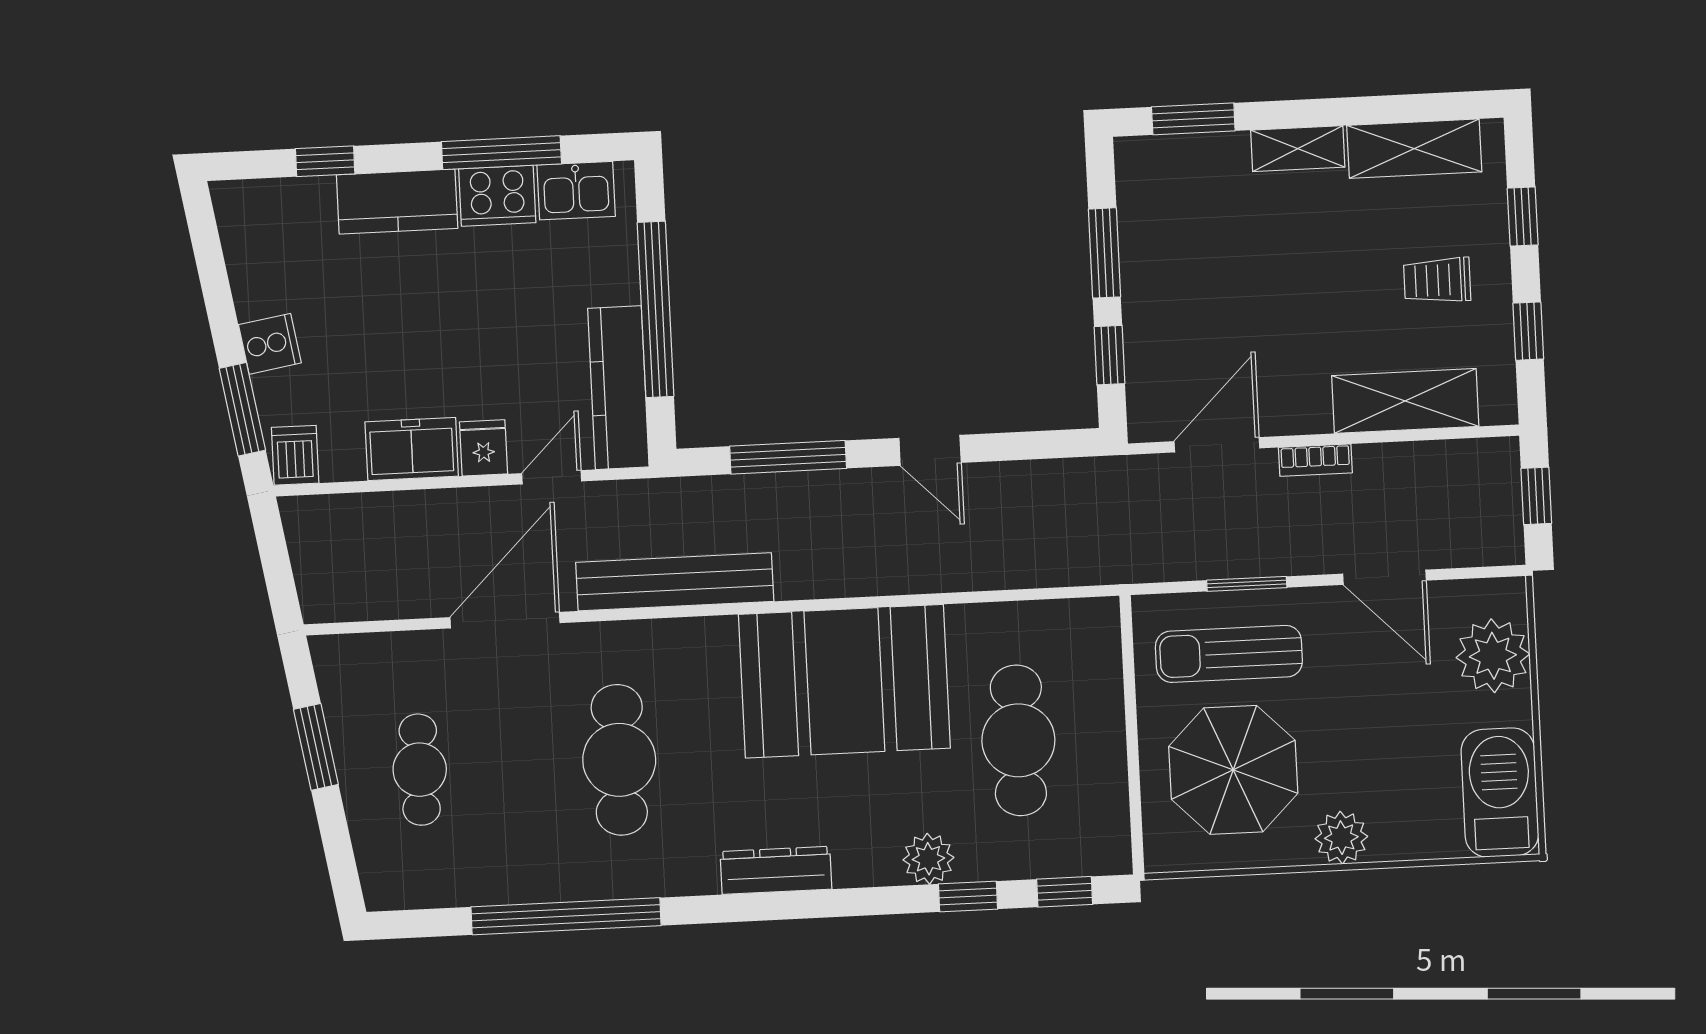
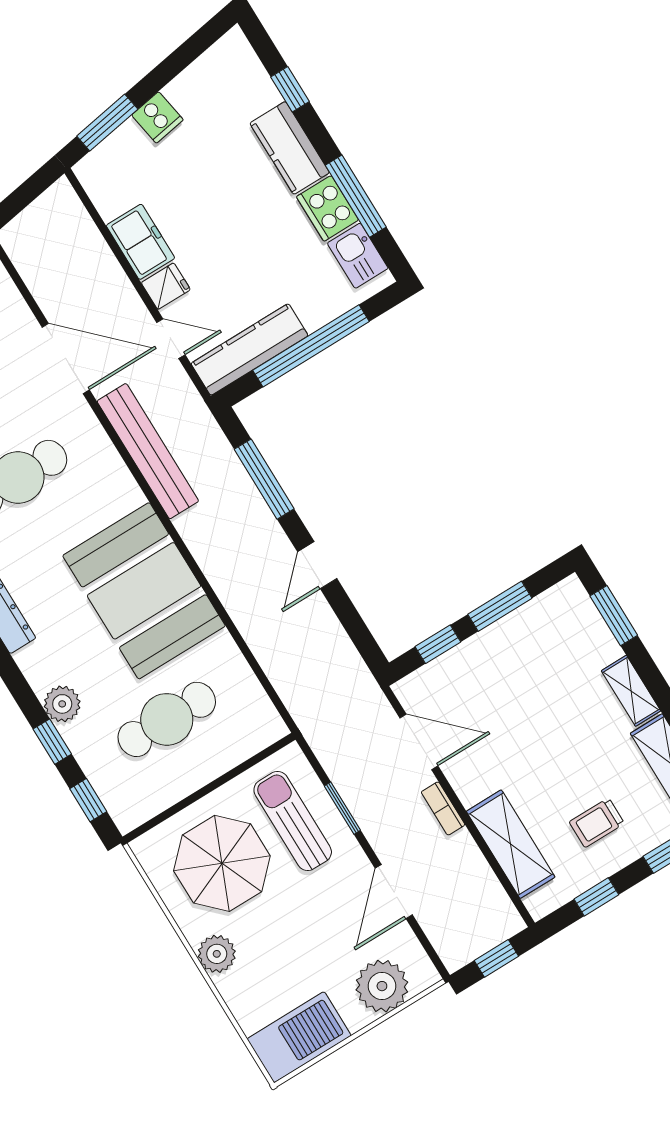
trolley: (1437, 280) -> (597, 823), turned -90
dishwasher: (295, 455) -> (97, 171), removed

